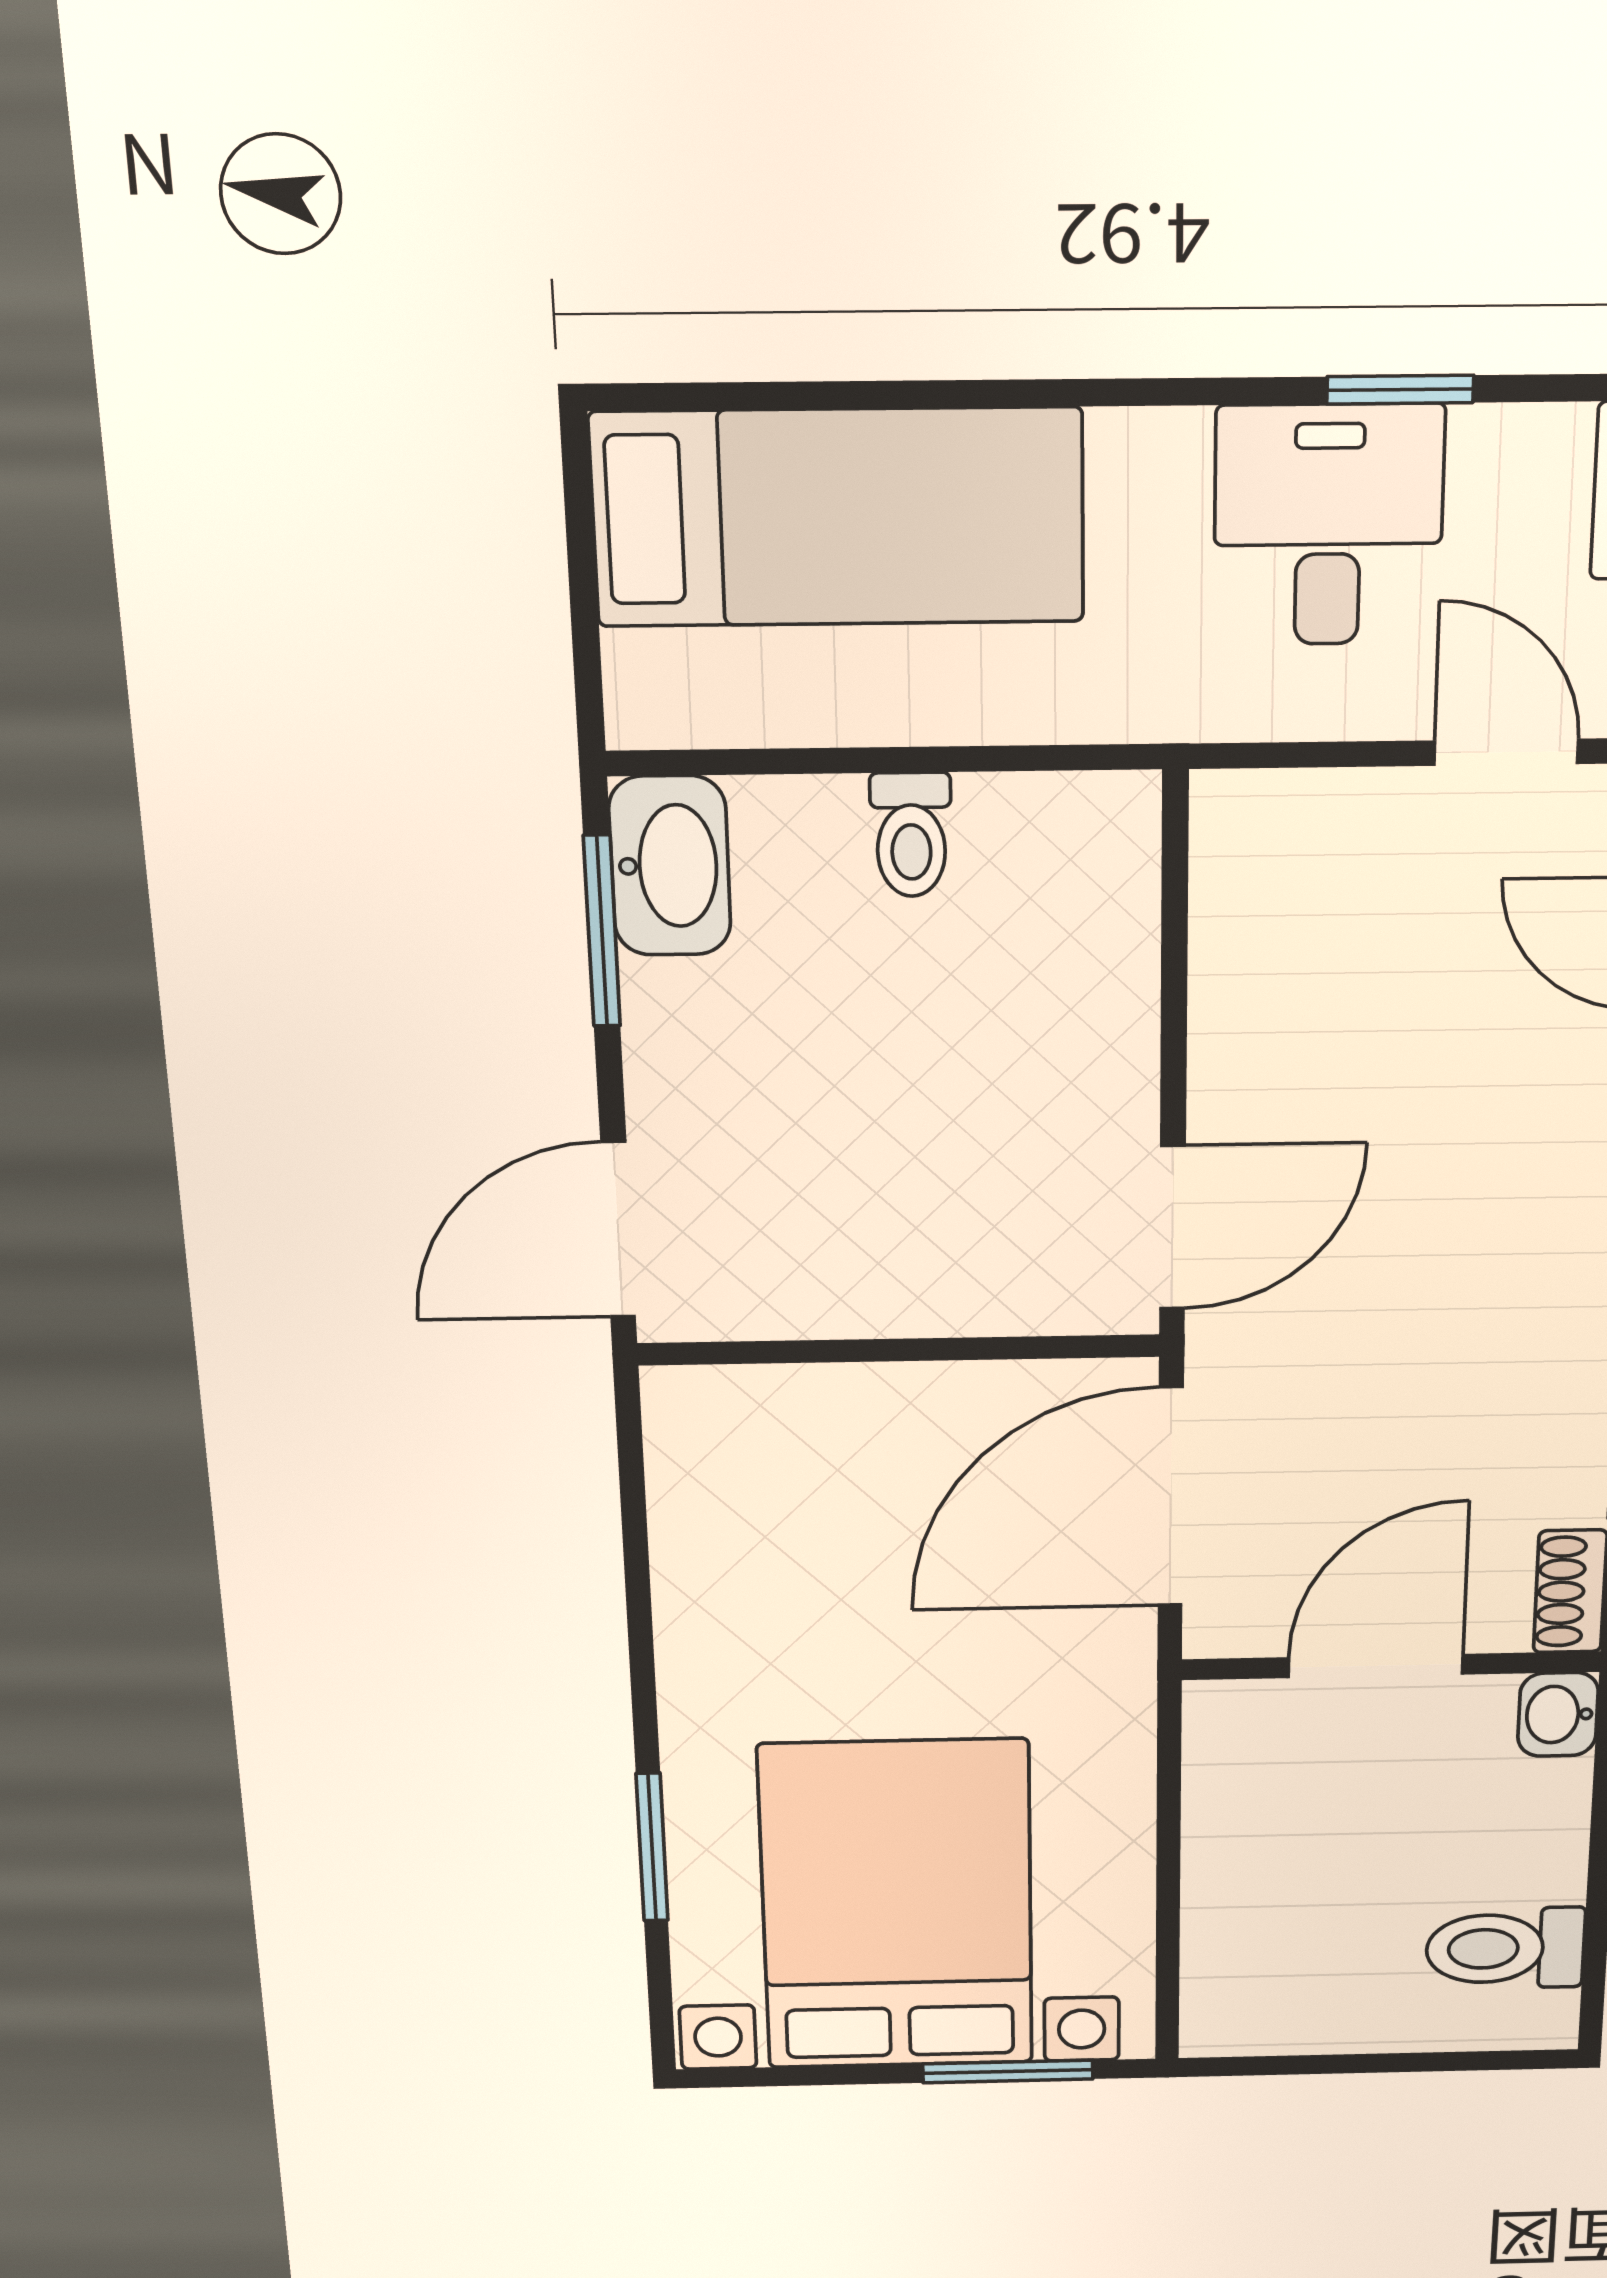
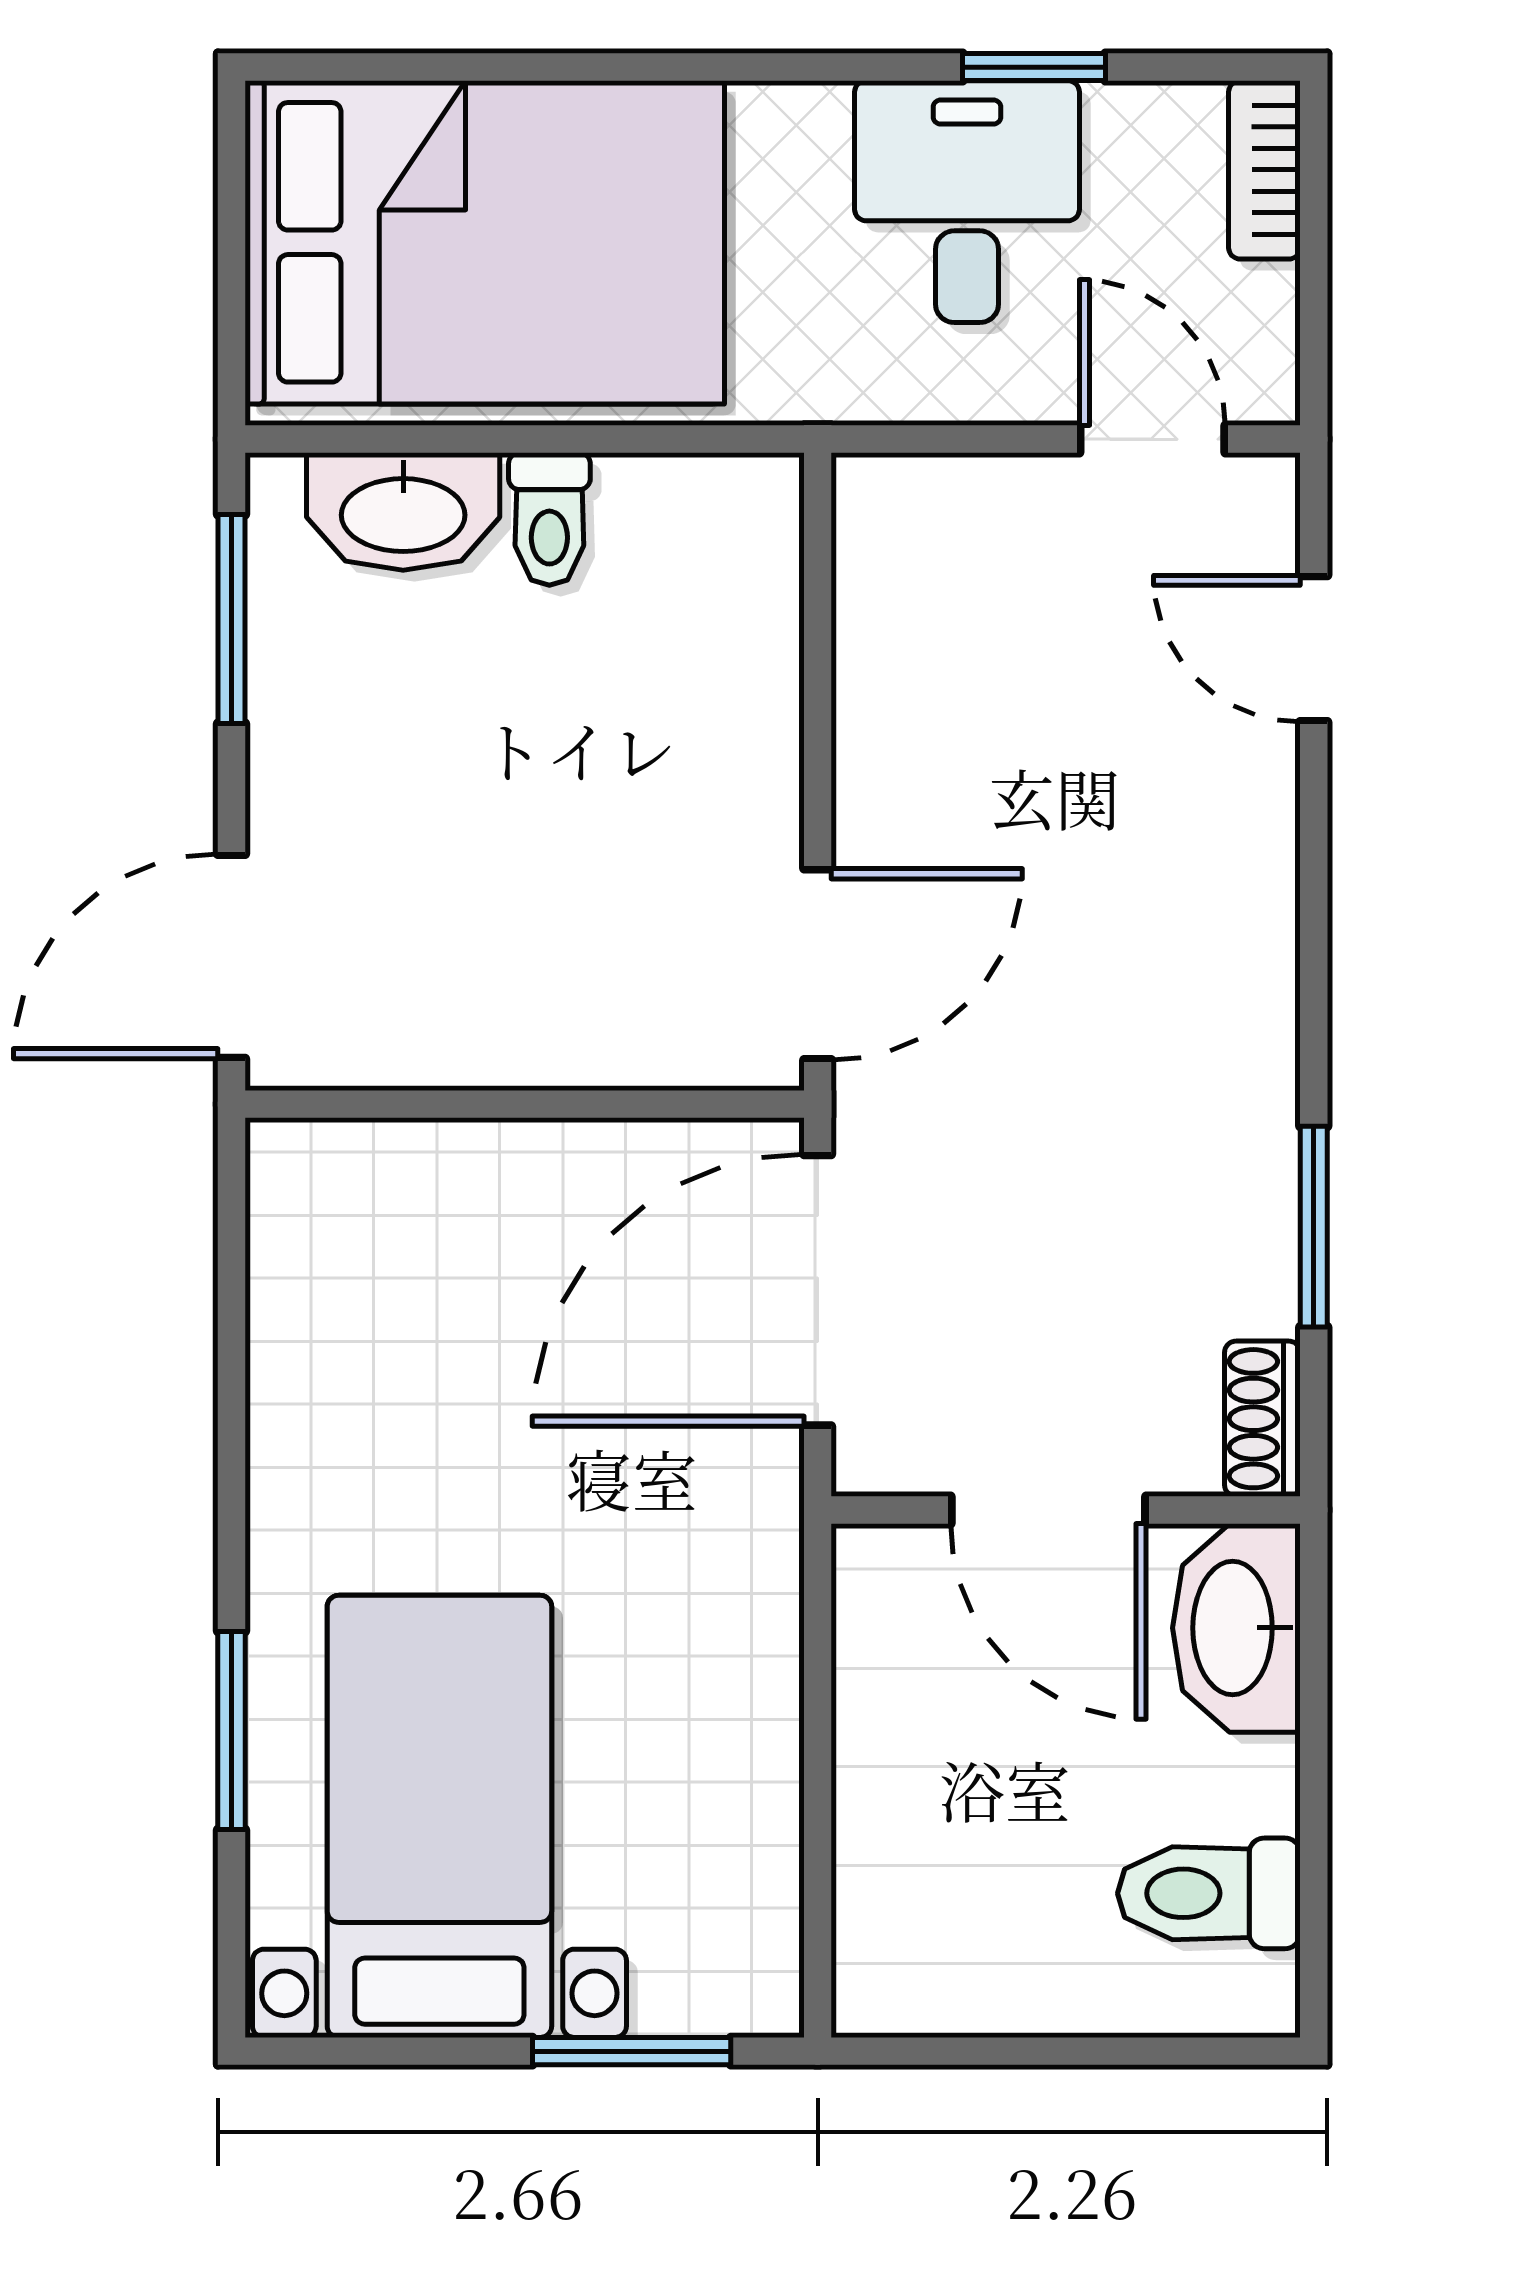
bed: (838, 517) -> (485, 242), width x1.50
washbasin: (670, 866) -> (403, 512), moved, turned 90
door: (1376, 1666) -> (1048, 1510), swing flipped
washbasin: (1558, 1714) -> (1236, 1628), width x1.91, depth x1.45
bed with nightstands: (897, 1906) -> (439, 1816), width x0.73

